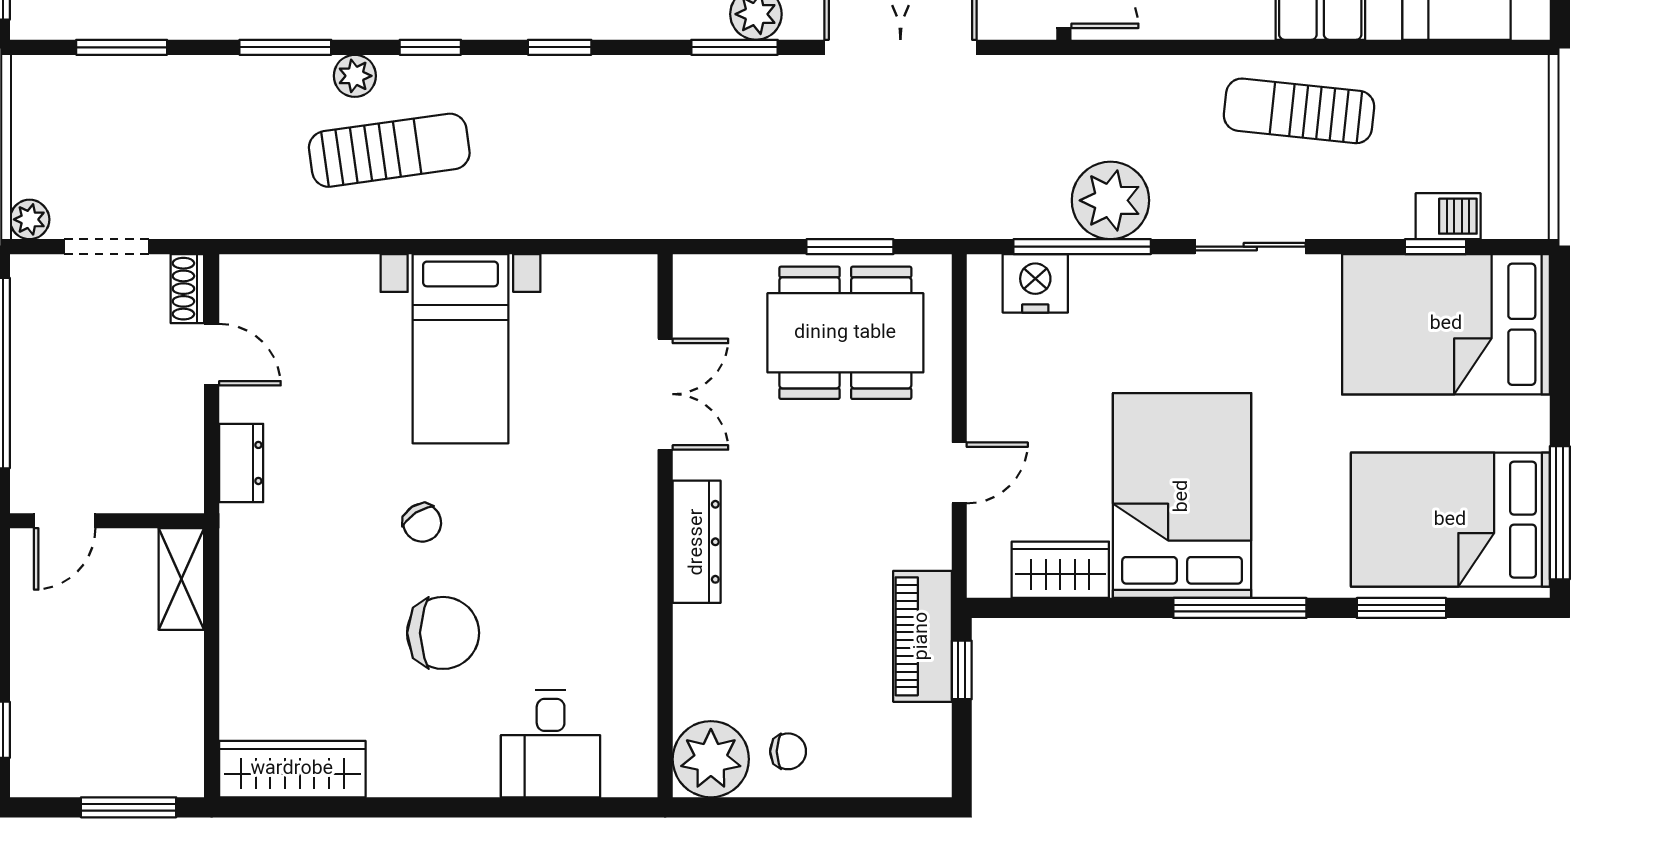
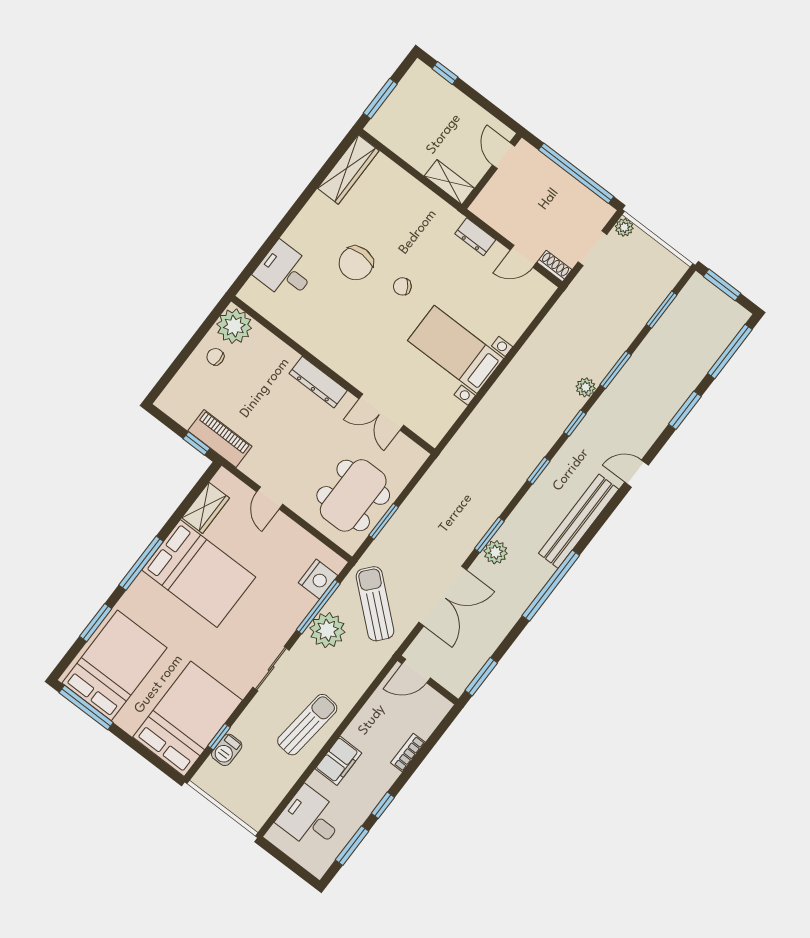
sun lounger: (389, 150) -> (375, 604), moved, turned 139
chair: (788, 751) -> (215, 357), turned 90

